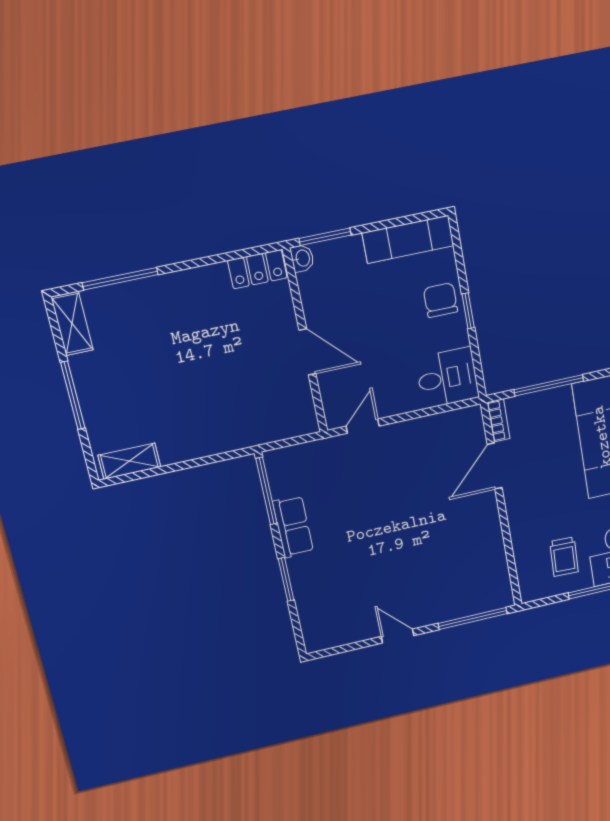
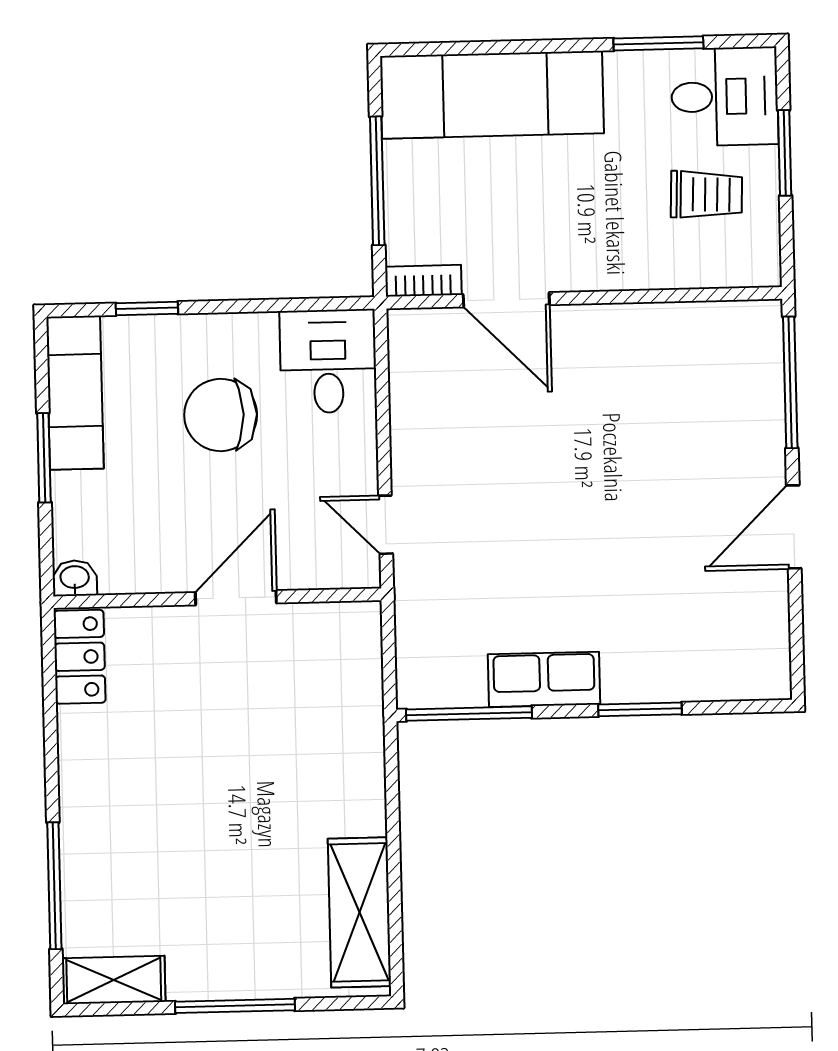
window: (325, 237) -> (44, 458), moved
chair: (441, 300) -> (221, 415), moved, width x1.37, depth x1.37
window: (468, 311) -> (147, 308), moved
shelving: (129, 461) -> (359, 912), width x1.50, depth x1.33
door: (398, 636) -> (794, 527), width x1.38

